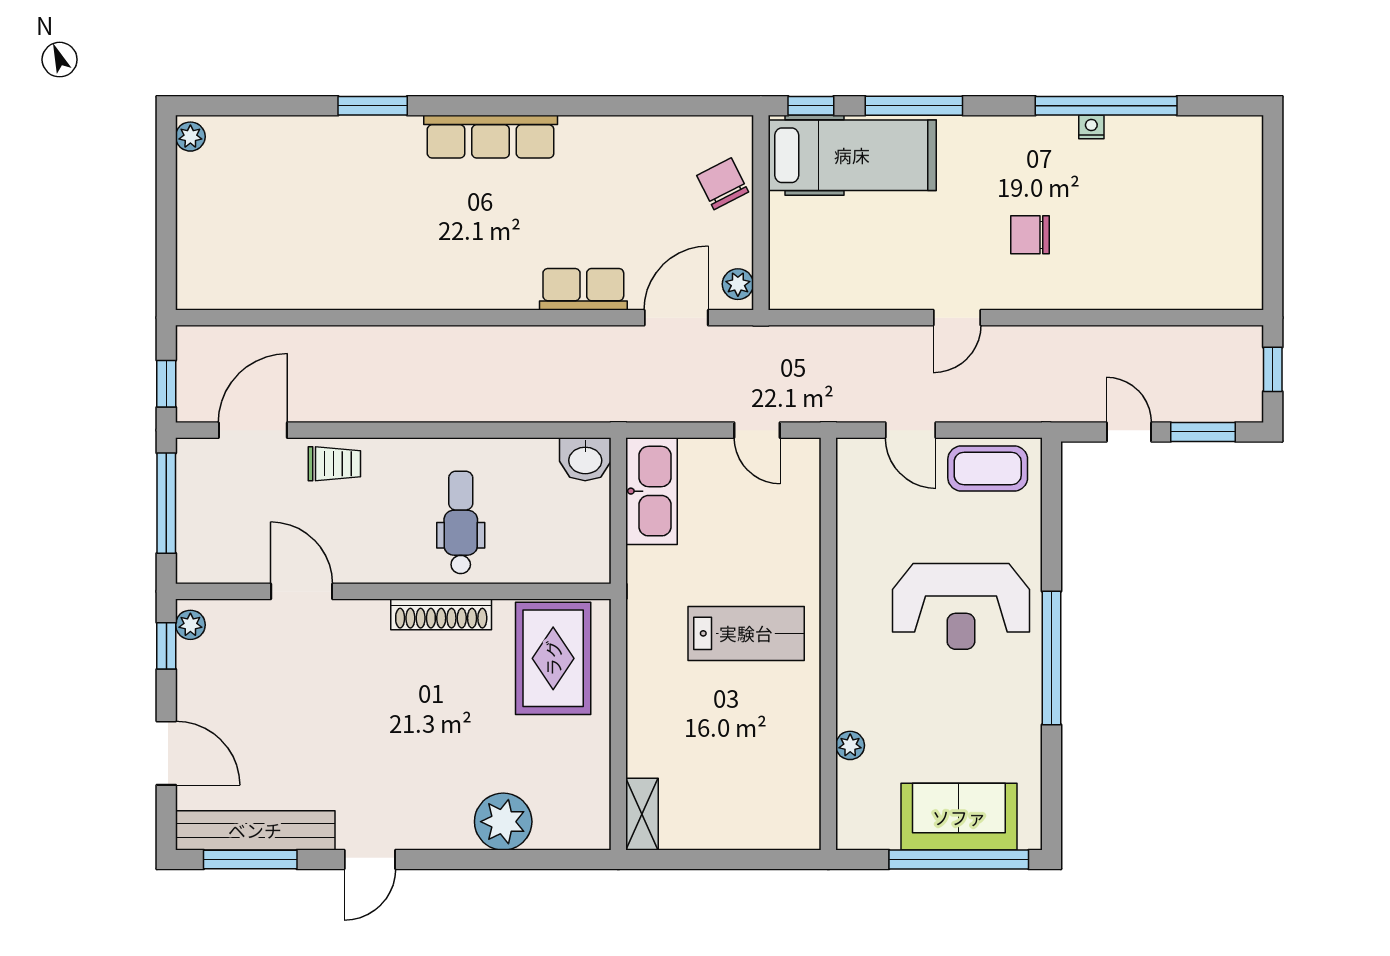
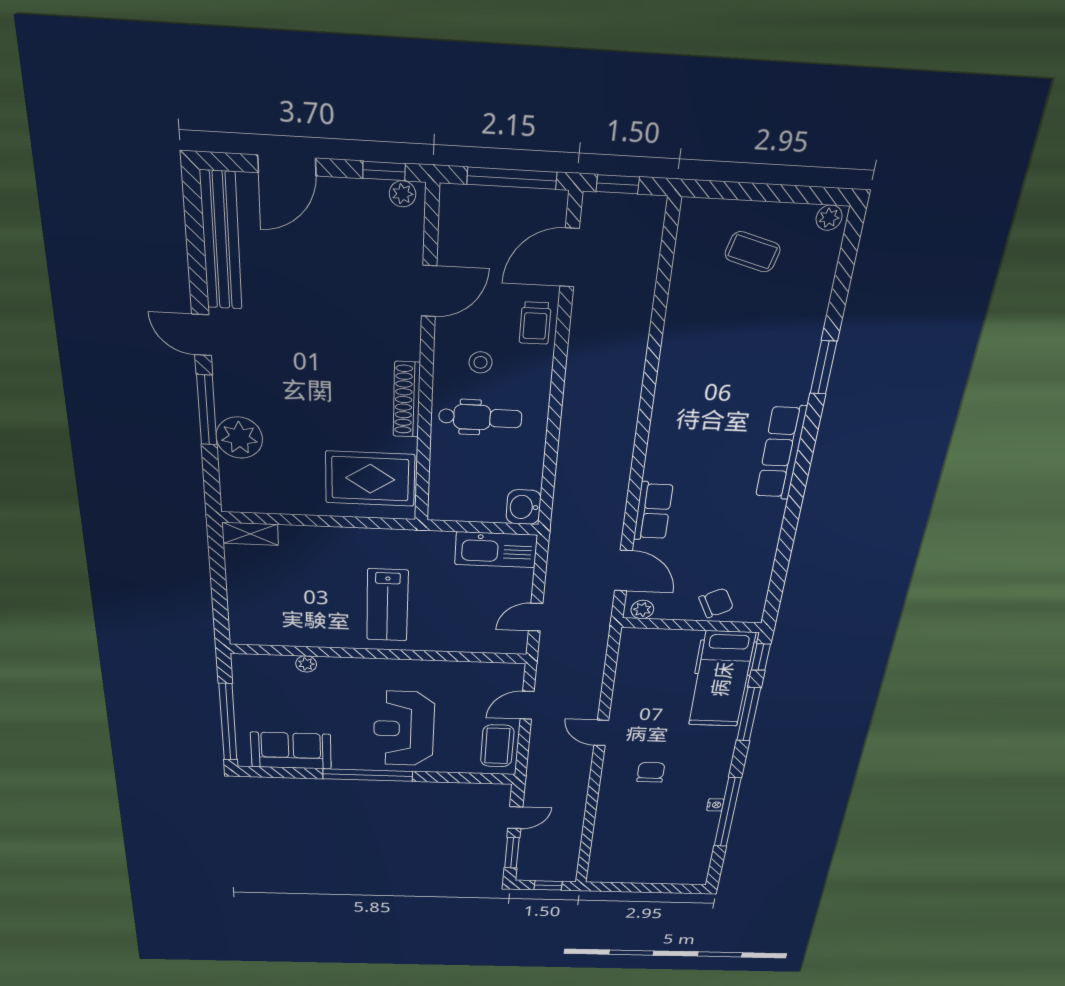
coffee table: (235, 218) -> (753, 252), added
door: (253, 430) -> (570, 258), swing flipped
stool: (388, 526) -> (480, 362), added
sofa: (959, 817) -> (291, 751), moved, turned -90
window: (250, 860) -> (207, 410), moved

